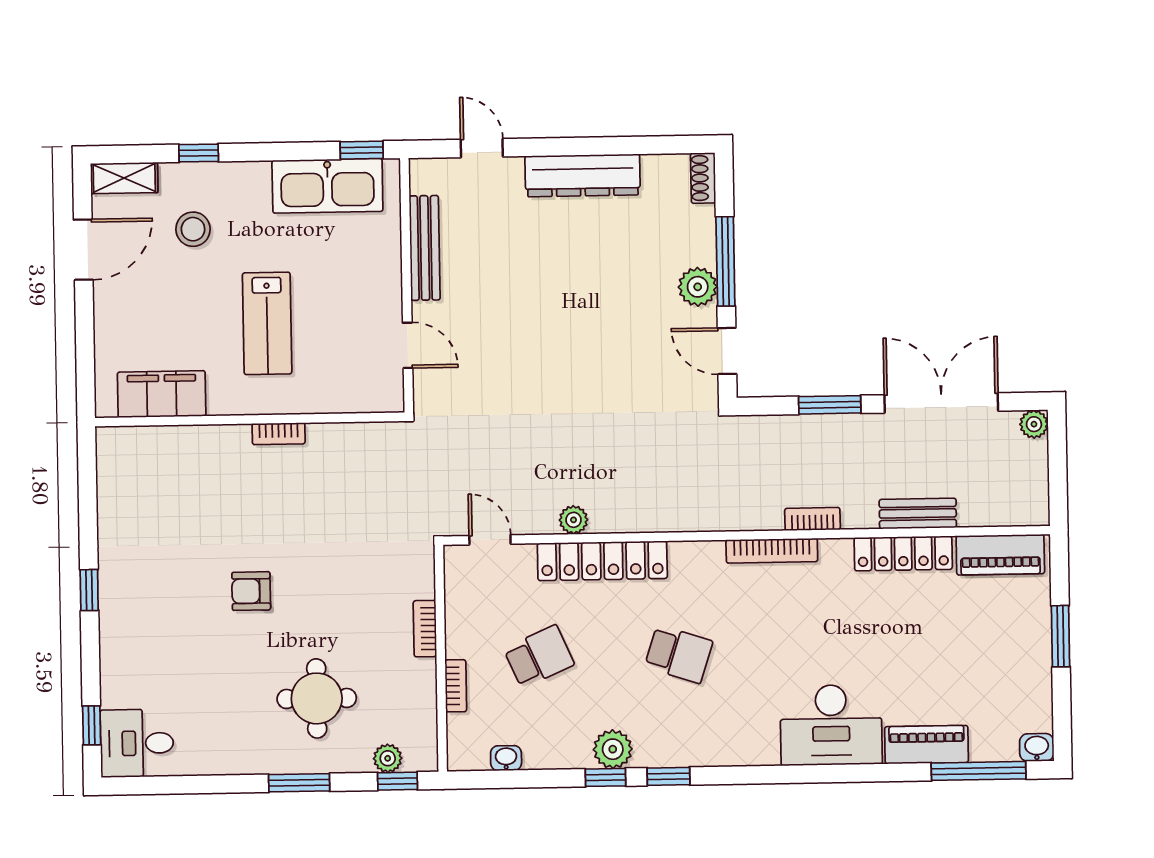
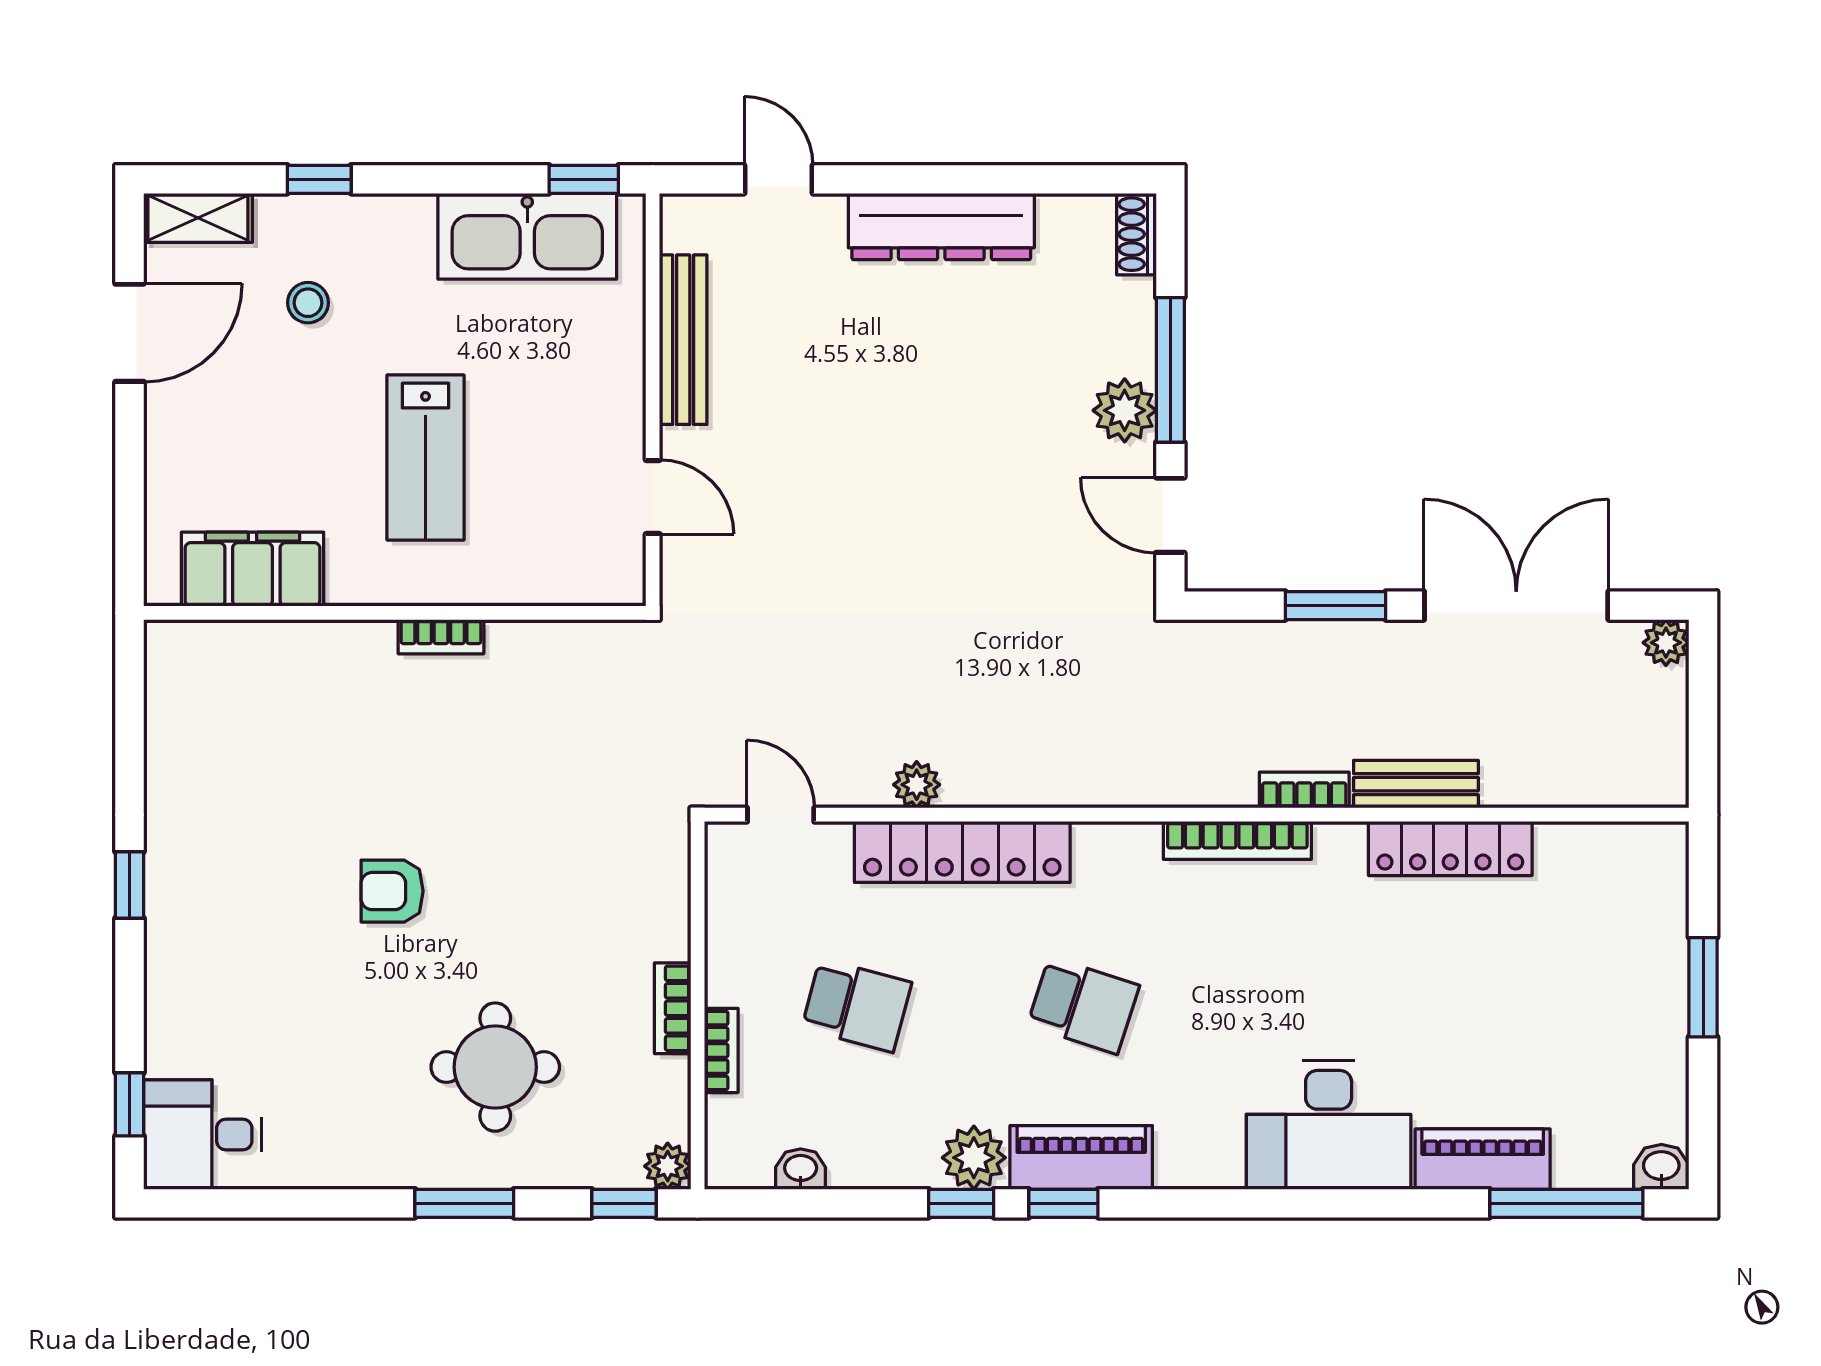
stool: (193, 229) -> (308, 303), width x0.73, depth x0.73
bench: (918, 513) -> (1416, 784), moved
piano: (1000, 555) -> (1081, 1157), moved, turned 180
bookcase: (425, 629) -> (673, 1008), moved
school desk: (539, 657) -> (857, 1005), turned 39
plant: (388, 758) -> (668, 1166), moved

